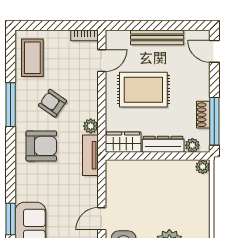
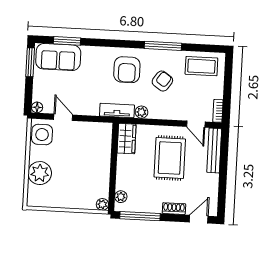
bench: (157, 37) -> (214, 151), moved
shoe rack: (203, 115) -> (174, 209), moved
dresser: (163, 144) -> (123, 172), removed

